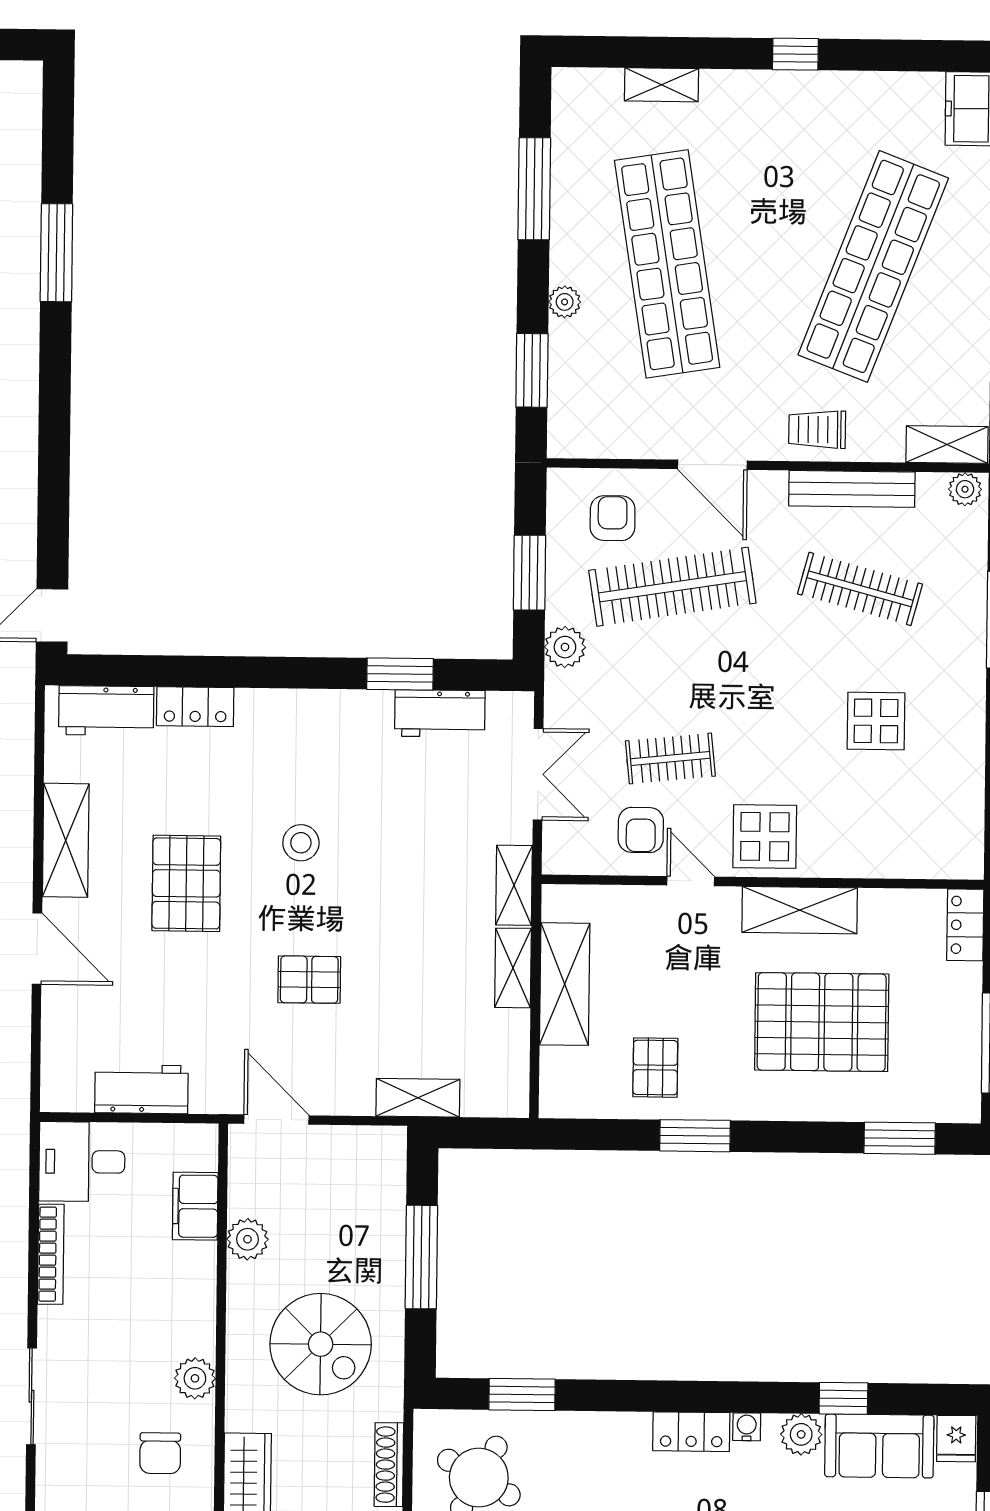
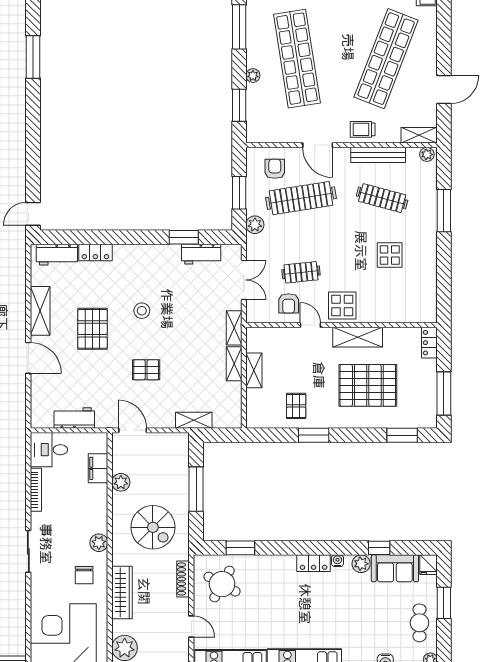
shelving: (565, 984) -> (254, 370), width x0.67, depth x0.75

